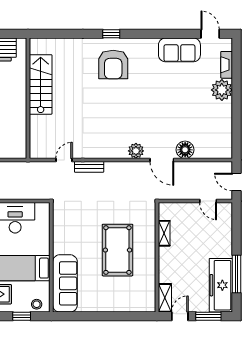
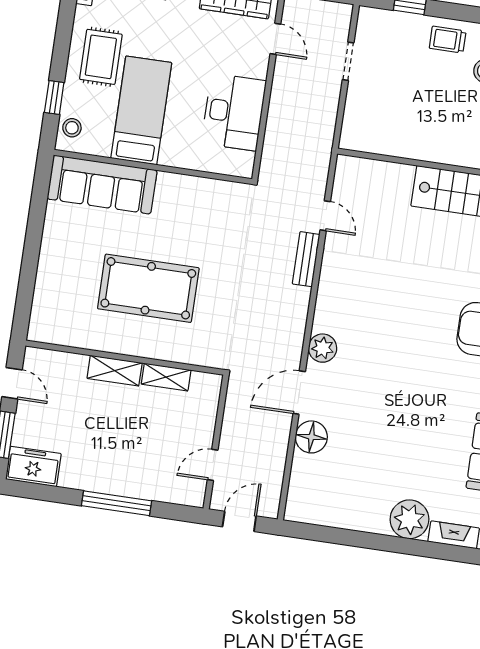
window: (237, 274) -> (117, 503), moved
freezer: (221, 285) -> (33, 466), width x0.52, depth x0.79
shelving: (165, 298) -> (115, 371), moved

